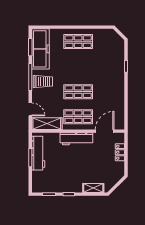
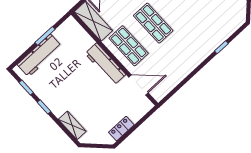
locker: (120, 152) -> (121, 129), moved
workbench: (38, 153) -> (39, 55), moved

